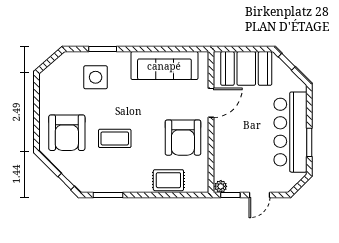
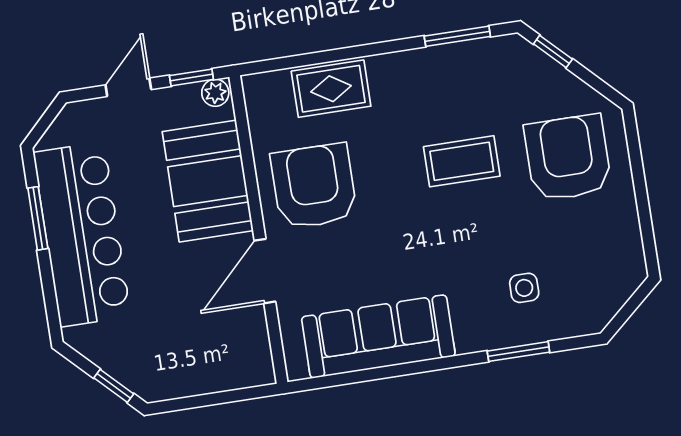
booth: (246, 68) -> (208, 181), moved, turned 90
side table: (96, 77) -> (524, 288), width x0.54, depth x0.54

